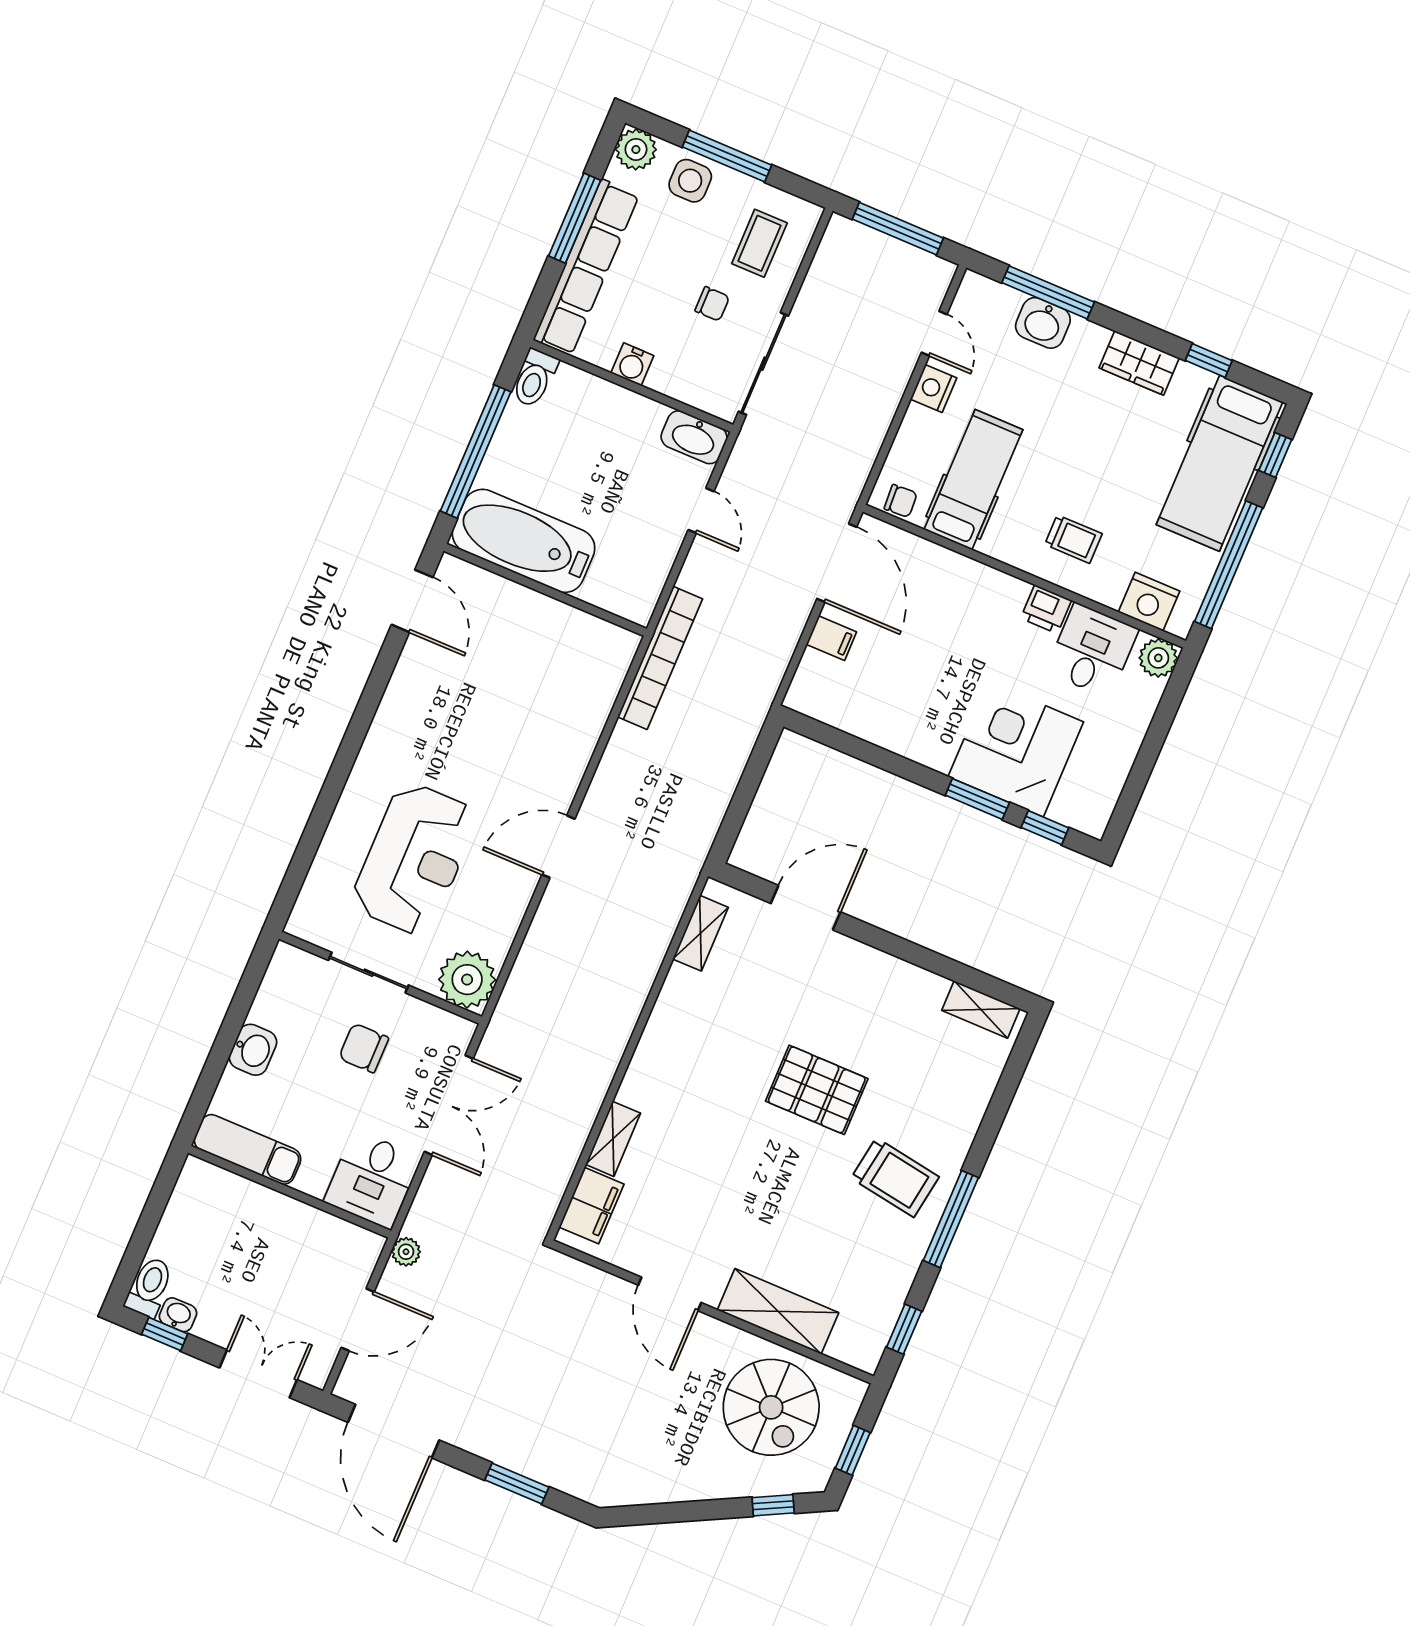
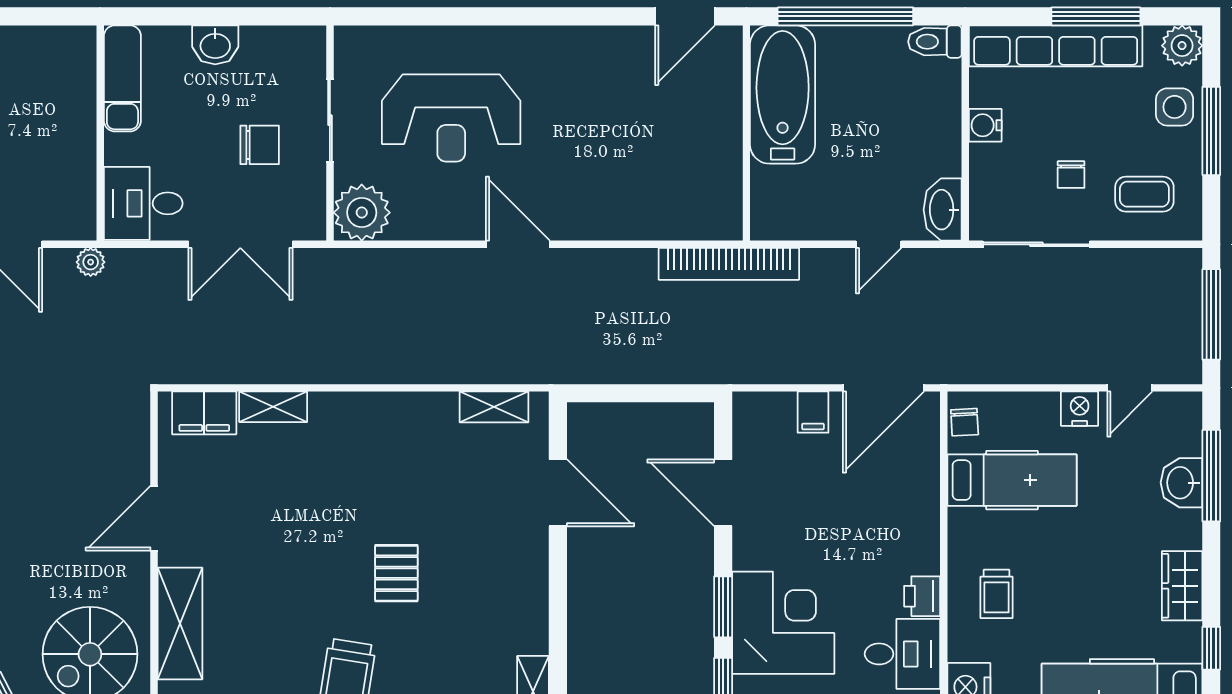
door: (871, 754) -> (723, 493), added
chair: (364, 1048) -> (260, 145), turned 90
pallet: (817, 1090) -> (396, 573), width x0.67, depth x0.71

